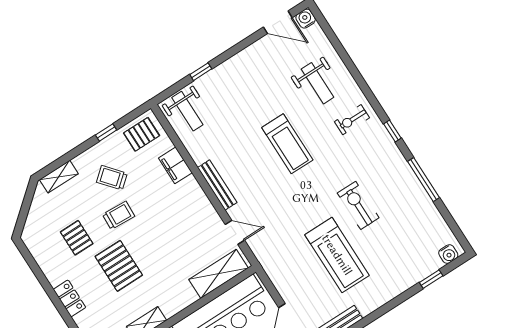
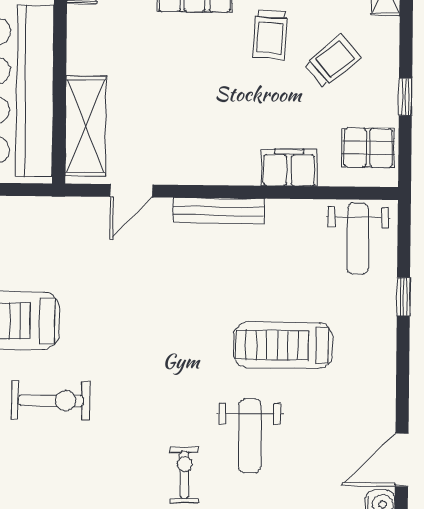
weight bench: (317, 83) -> (250, 436), moved, turned -90
weight bench: (187, 111) -> (358, 239), turned -90
pallet: (142, 134) -> (368, 148), turned 90
treadmill: (287, 144) -> (283, 345), moved

